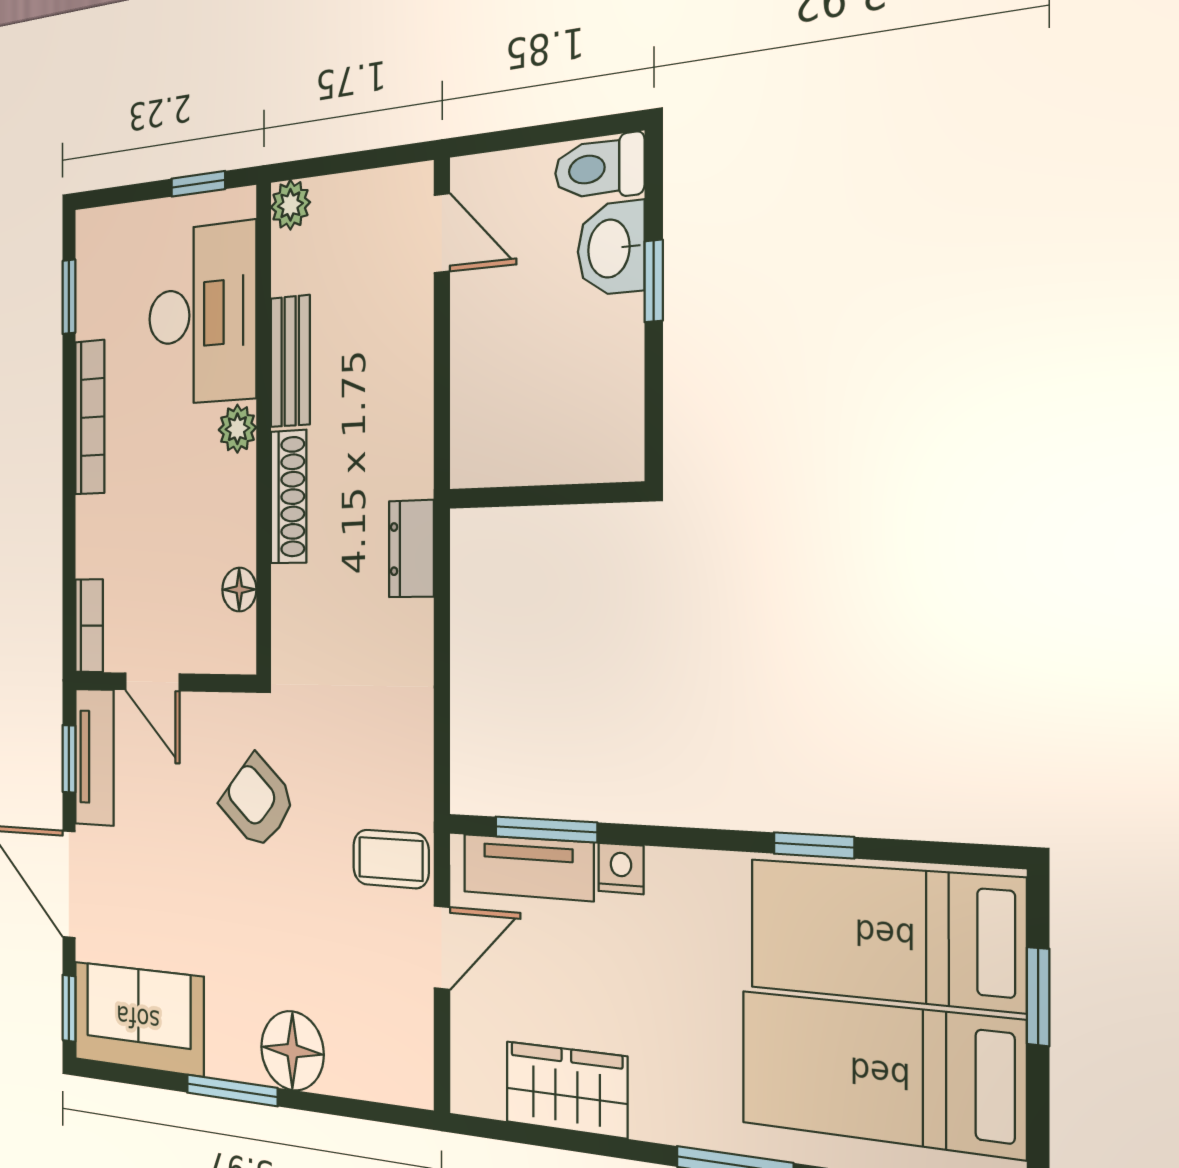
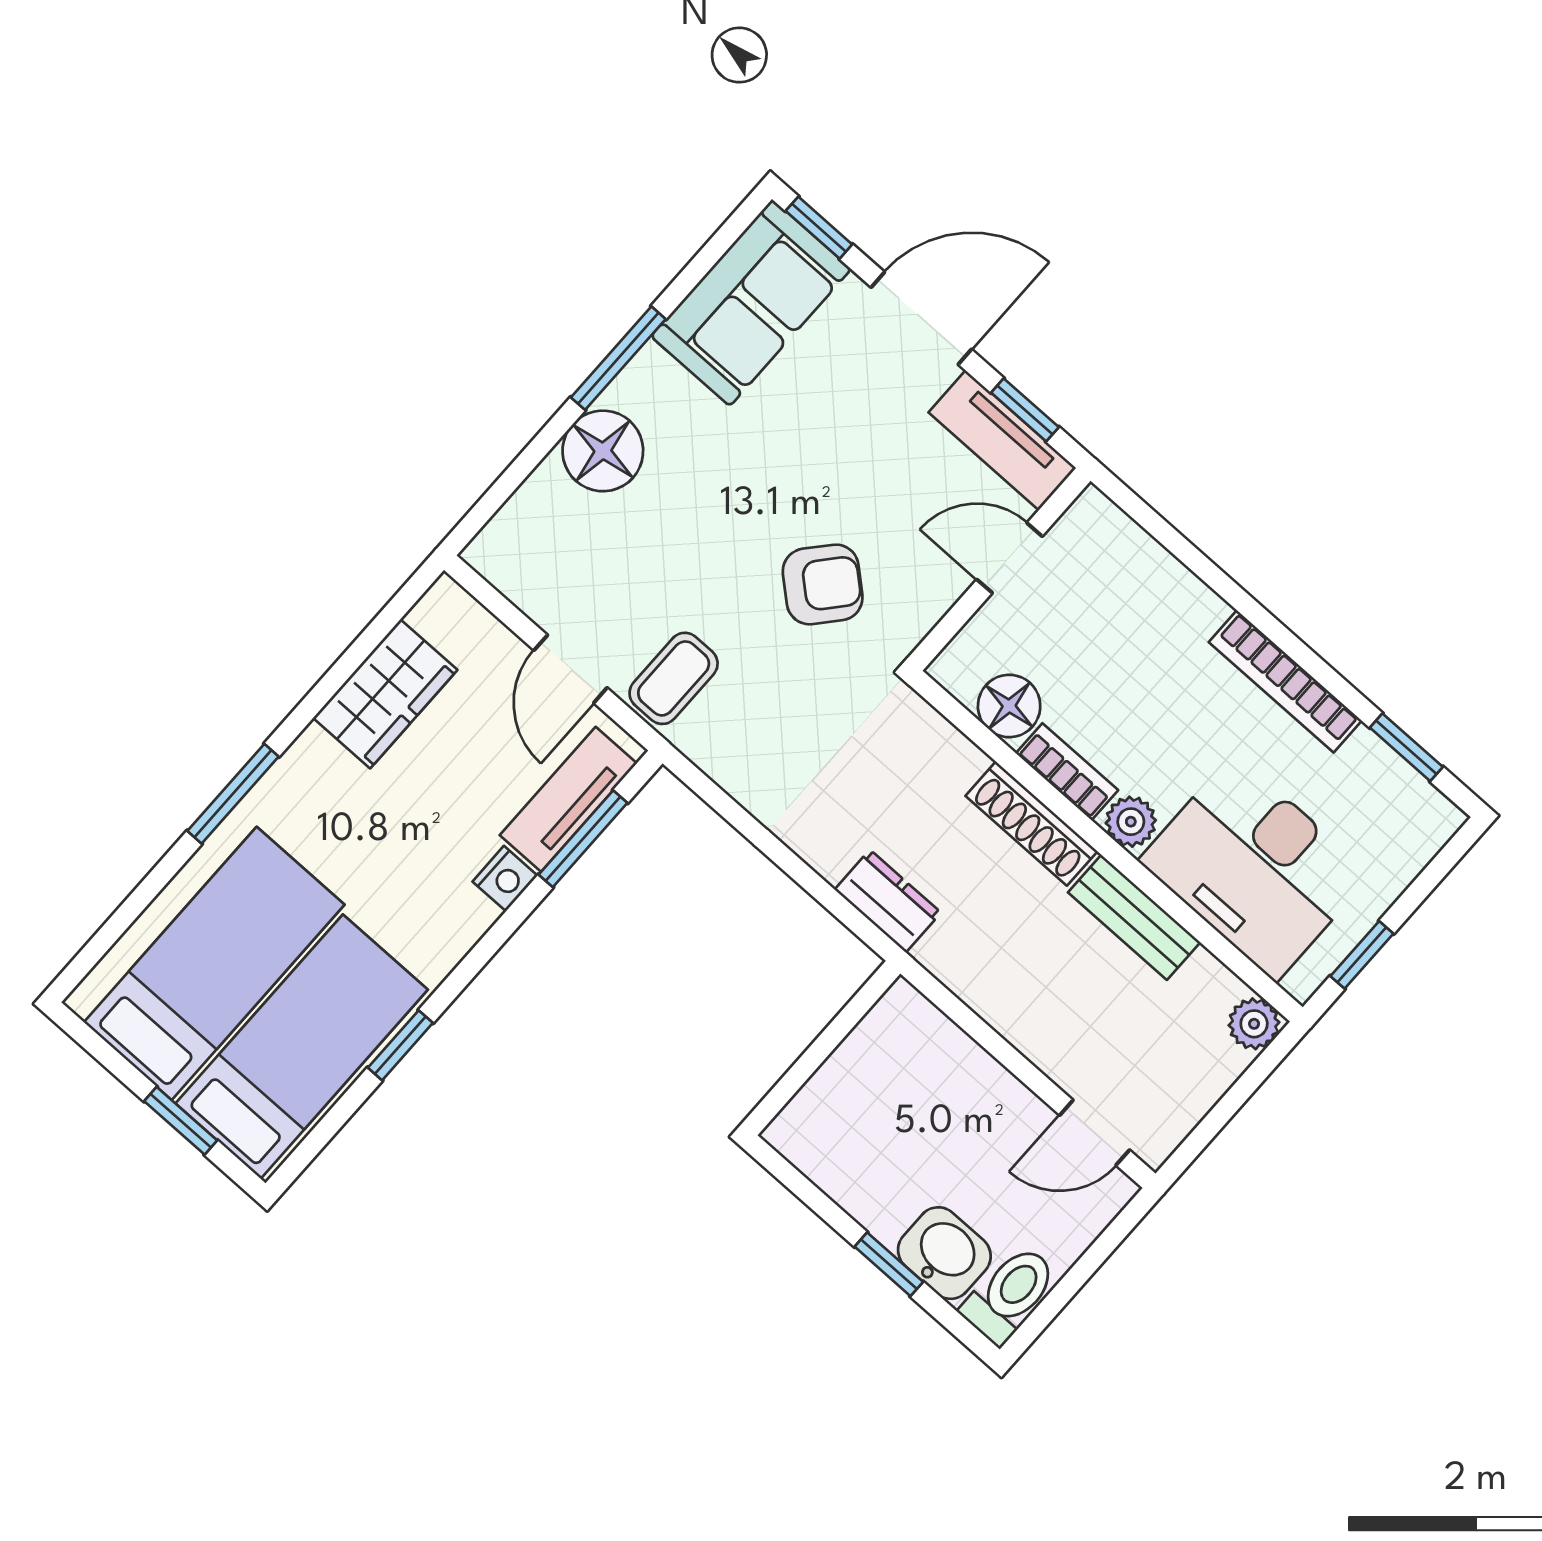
floor lamp: (239, 590) -> (1009, 706), width x1.37, depth x1.37
bookcase: (89, 626) -> (1067, 772), moved, turned 180

